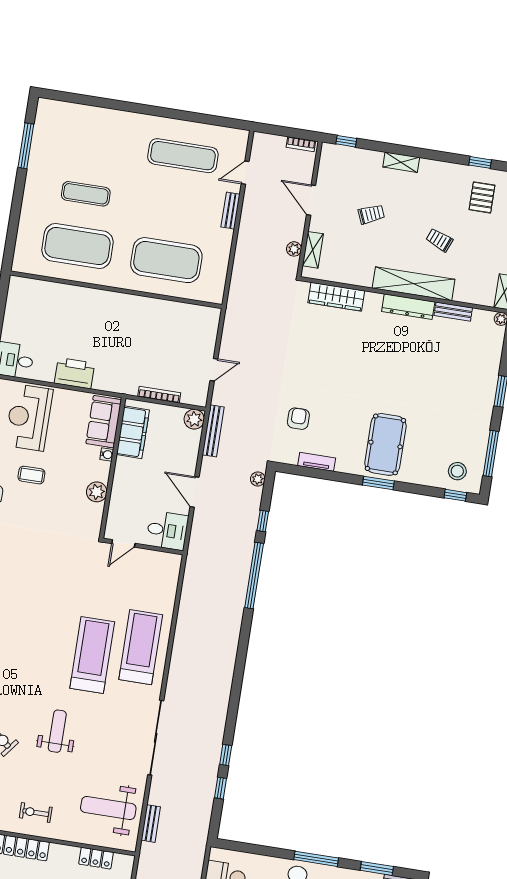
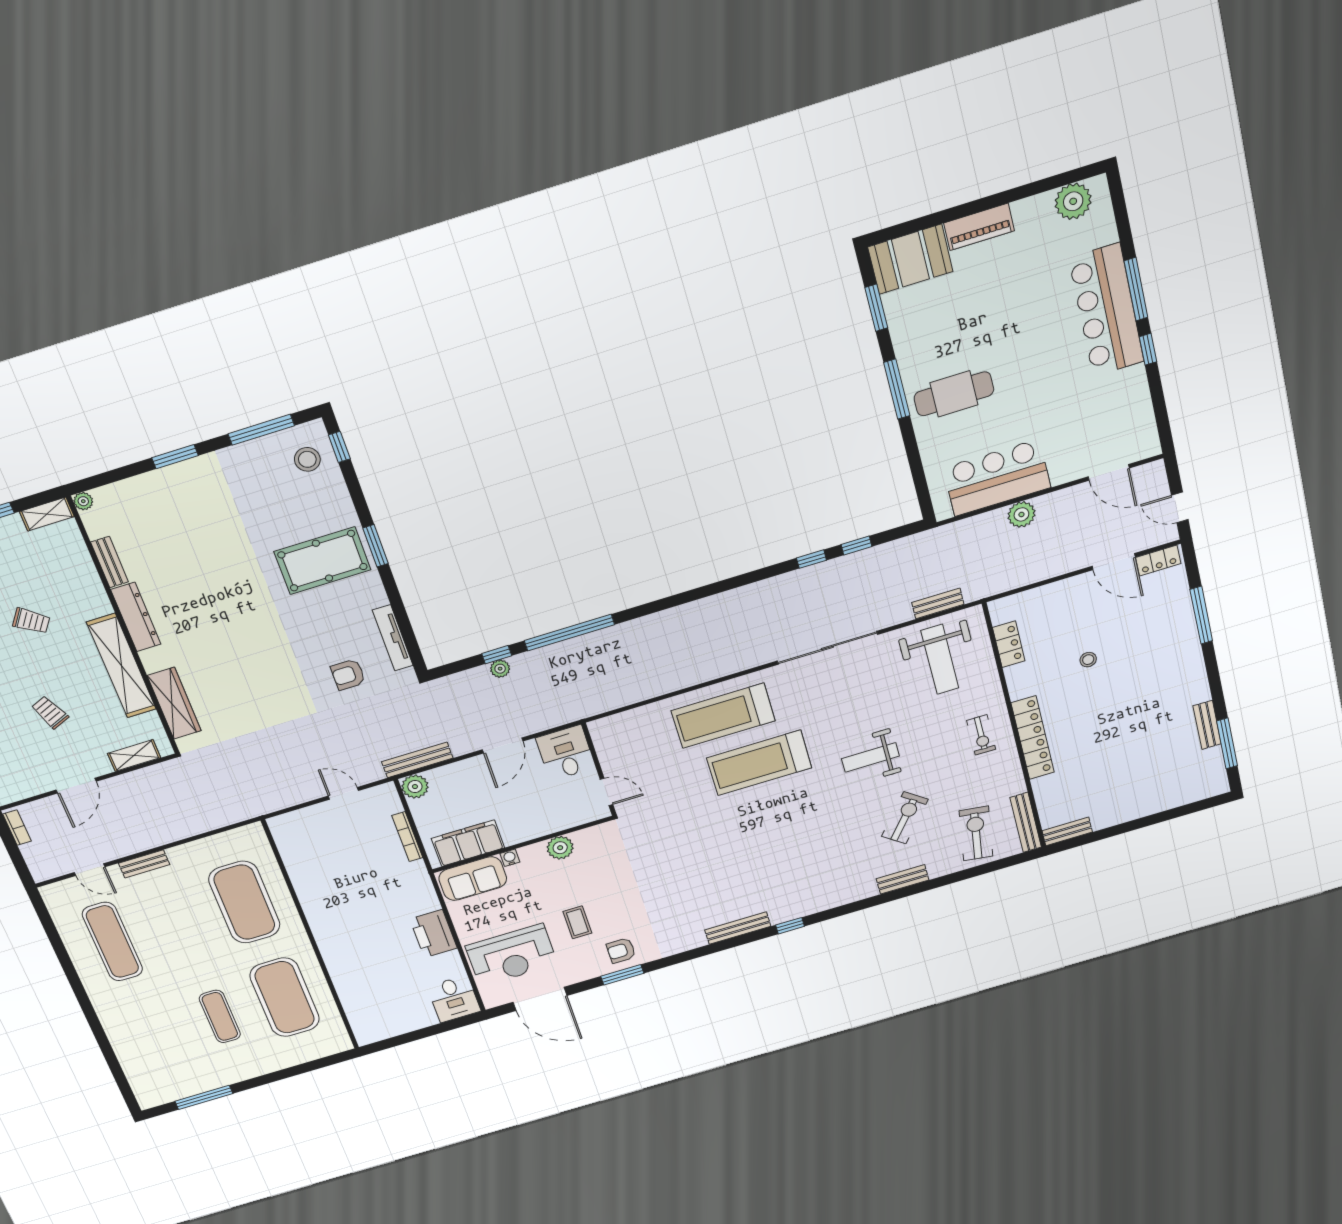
trolley: (439, 240) -> (31, 621), turned -77
plant: (294, 249) -> (146, 776), removed
shelving: (414, 284) -> (121, 666), moved
tv unit: (317, 462) -> (393, 638), width x1.41
plant: (258, 479) -> (500, 669), moved

